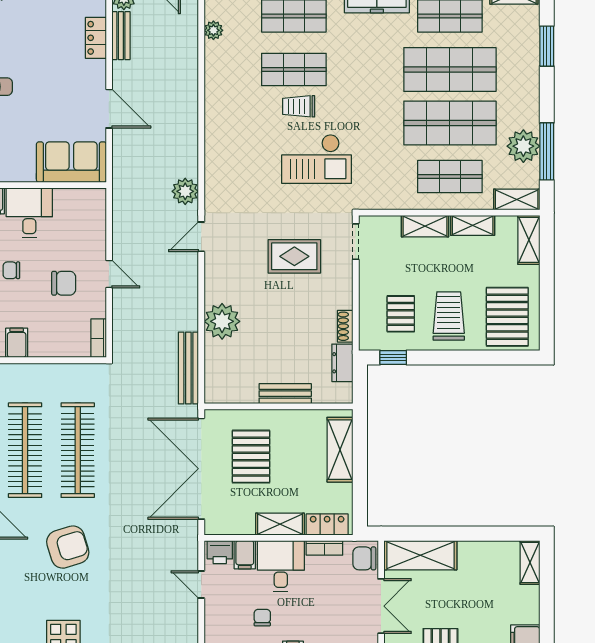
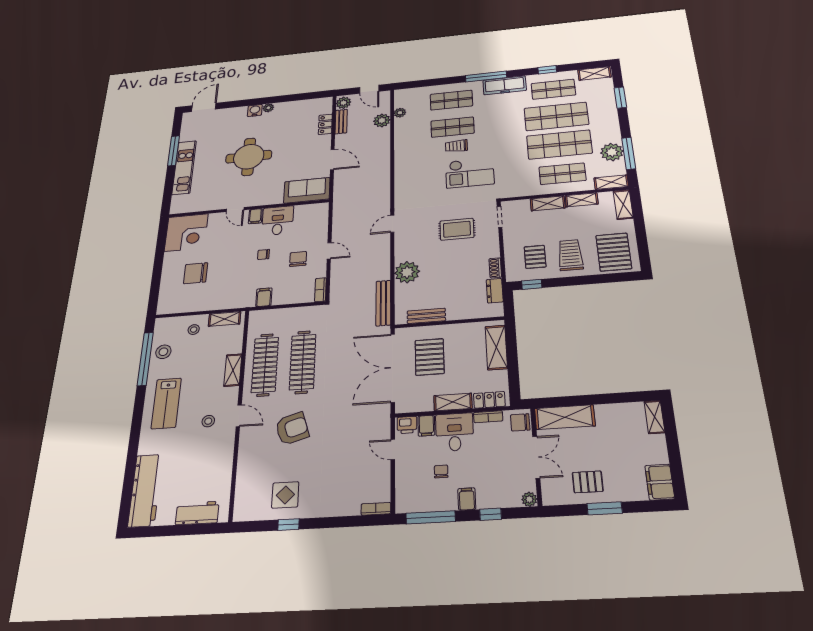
plant: (185, 191) -> (382, 120), moved
chair: (64, 283) -> (298, 259), turned -90
bench: (285, 394) -> (426, 316), moved

